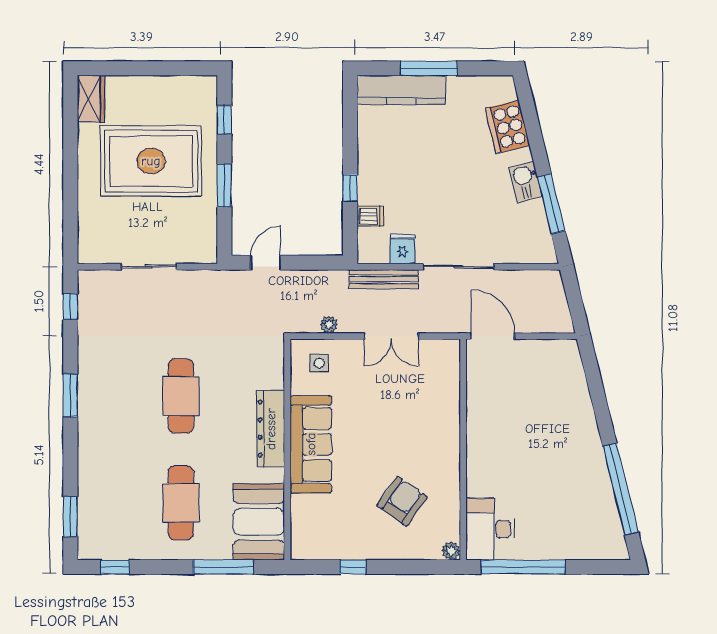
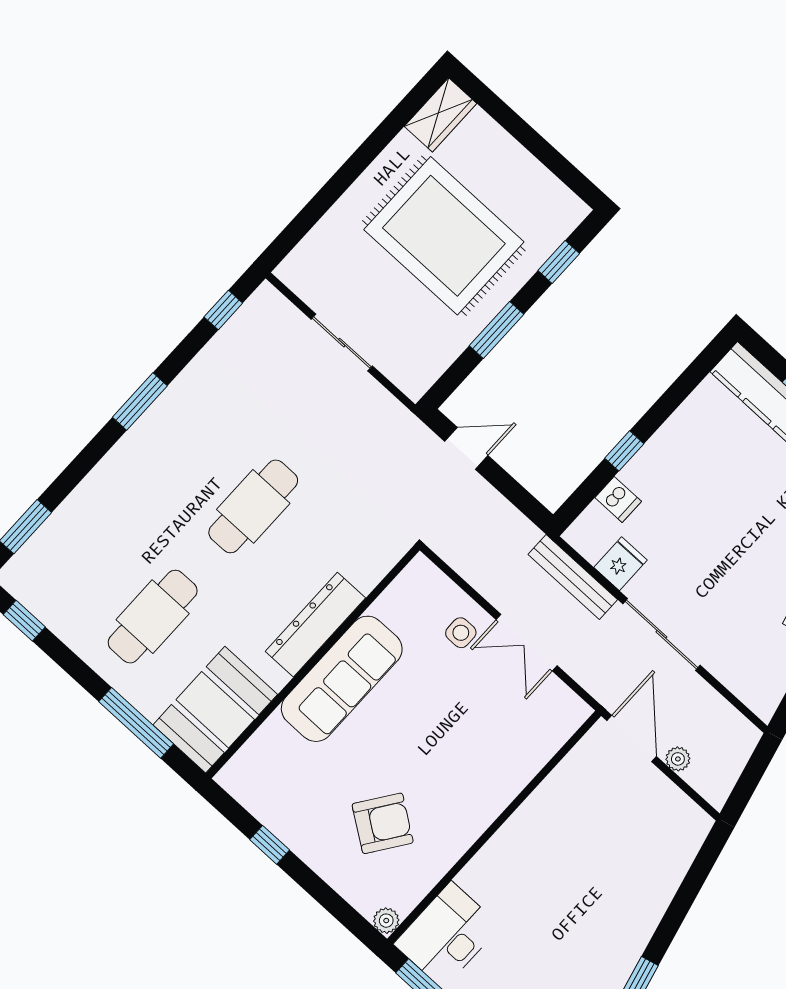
plant: (329, 325) -> (678, 759), moved
side table: (319, 363) -> (461, 633), moved

